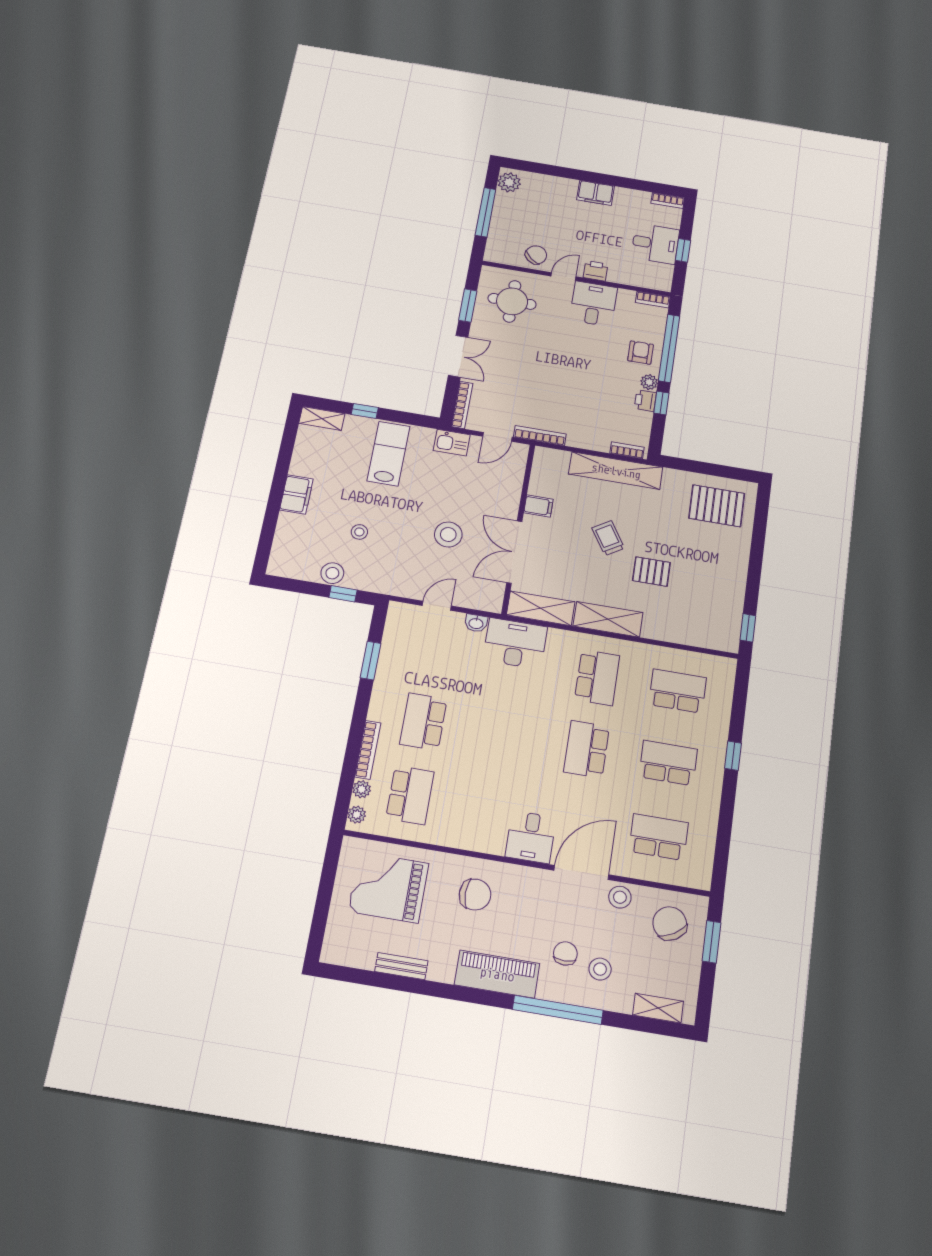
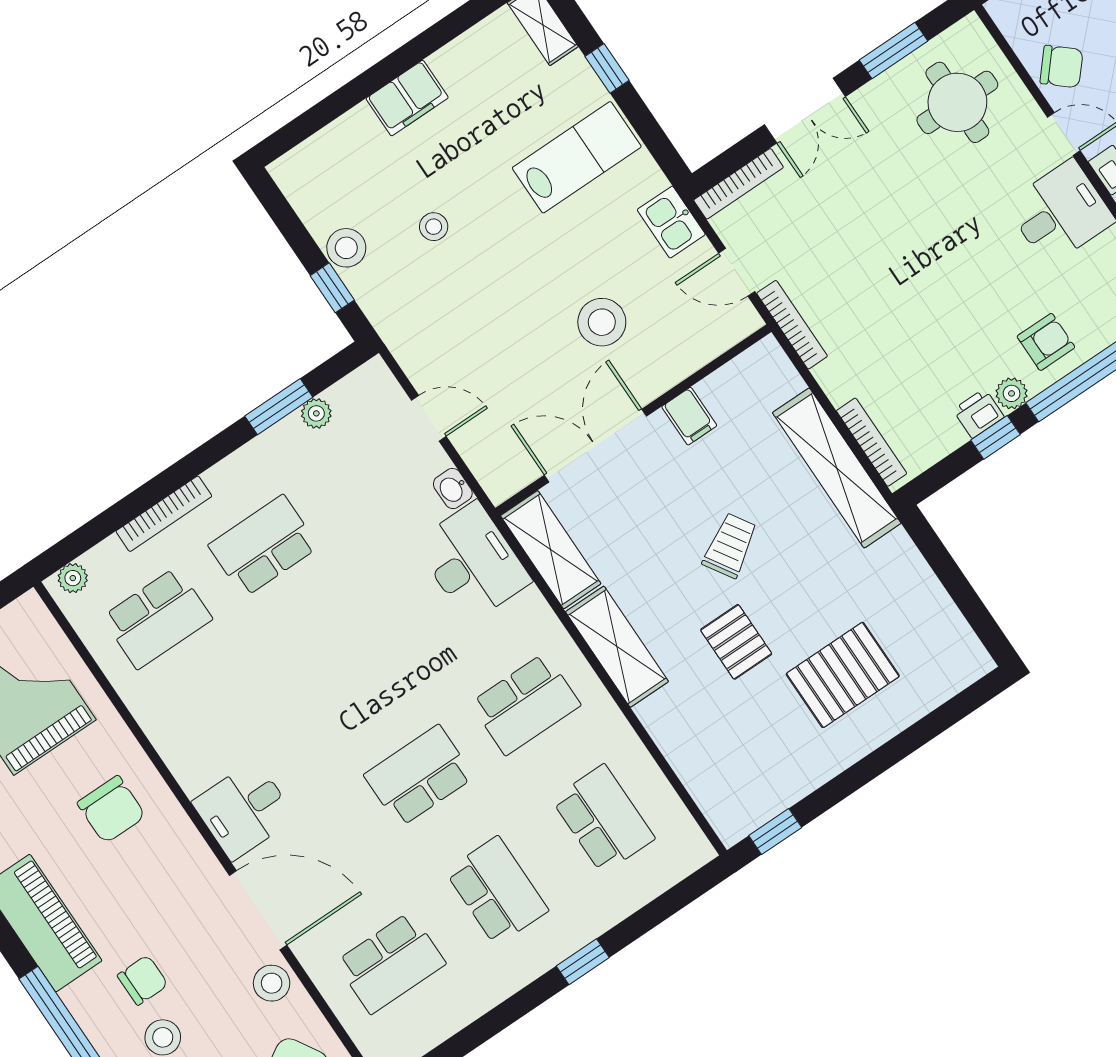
bookcase: (627, 450) -> (872, 442), width x1.56
pallet: (717, 506) -> (843, 675), moved, turned 90
stool: (448, 535) -> (602, 322), moved
plant: (362, 789) -> (316, 413), moved
school desk: (659, 837) -> (391, 963), turned 90

